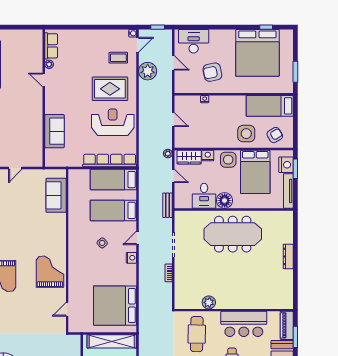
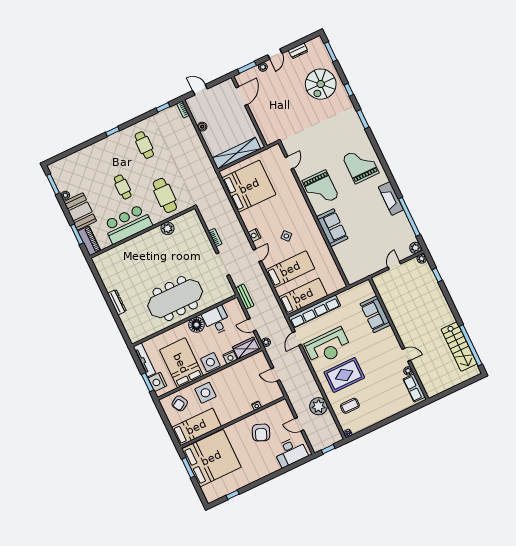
door: (138, 45) -> (297, 338), moved
bed: (257, 53) -> (211, 458), moved, turned 90
armchair: (212, 72) -> (261, 433), turned 125
sofa: (56, 195) -> (332, 228), moved

